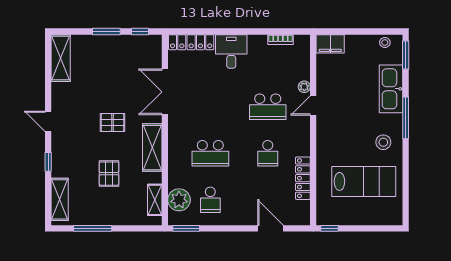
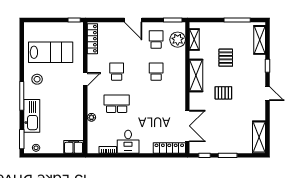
desk: (231, 51) -> (128, 142), moved
double door: (165, 92) -> (187, 126), moved
door: (313, 106) -> (85, 79), moved
school desk: (210, 153) -> (156, 72), width x0.54
locker: (303, 178) -> (92, 39), moved
lab bench: (364, 181) -> (51, 52), turned 180
door: (271, 228) -> (133, 20), moved

